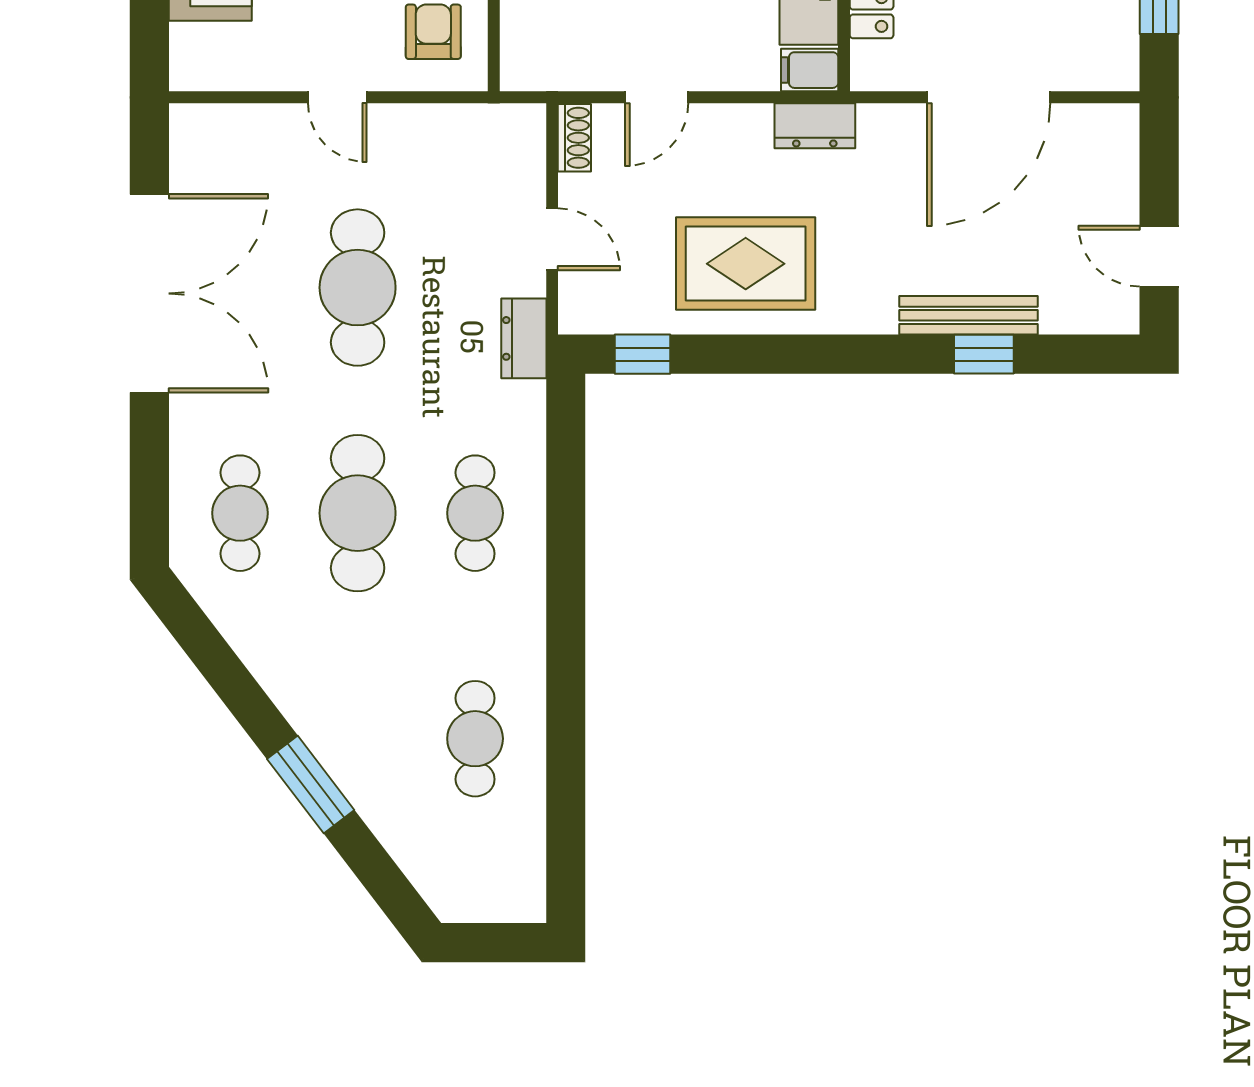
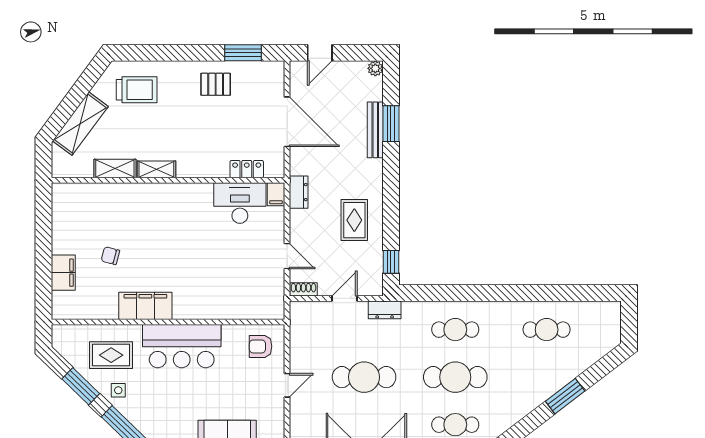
door: (1159, 256) -> (320, 53), moved
rug: (746, 264) -> (354, 220), width x0.73, depth x0.70
plant: (1121, 316) -> (375, 68), added
window: (984, 354) -> (391, 124), width x1.50

